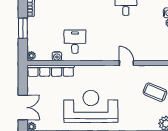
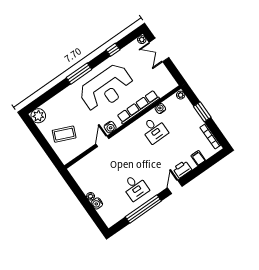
door: (126, 63) -> (102, 141), swing flipped
water cooler: (111, 70) -> (110, 127), added
row of seats: (51, 71) -> (138, 107), moved

